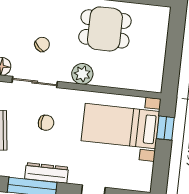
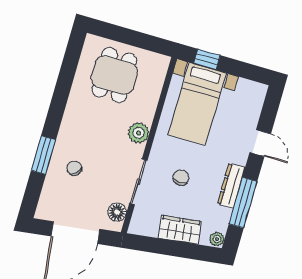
dining table: (105, 29) -> (114, 75), moved
chair: (42, 44) -> (74, 168), moved

